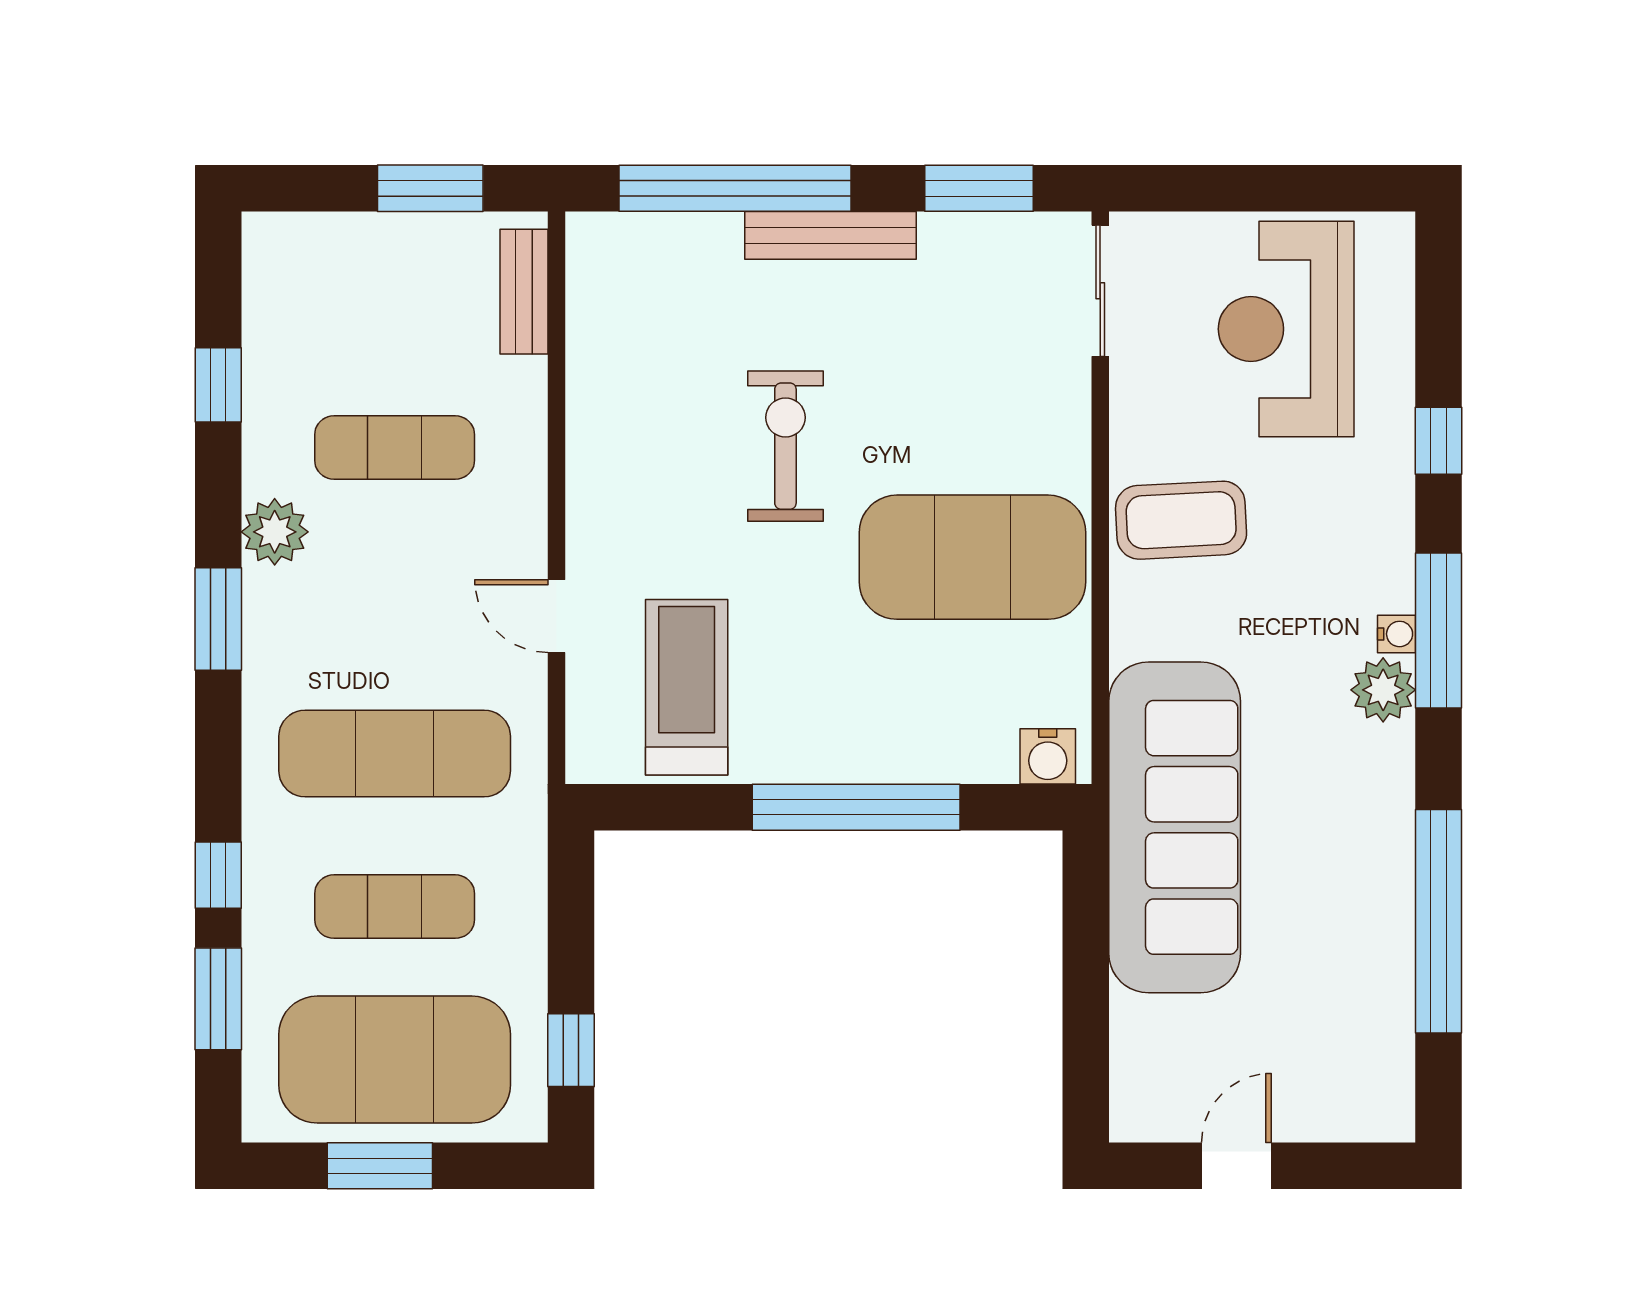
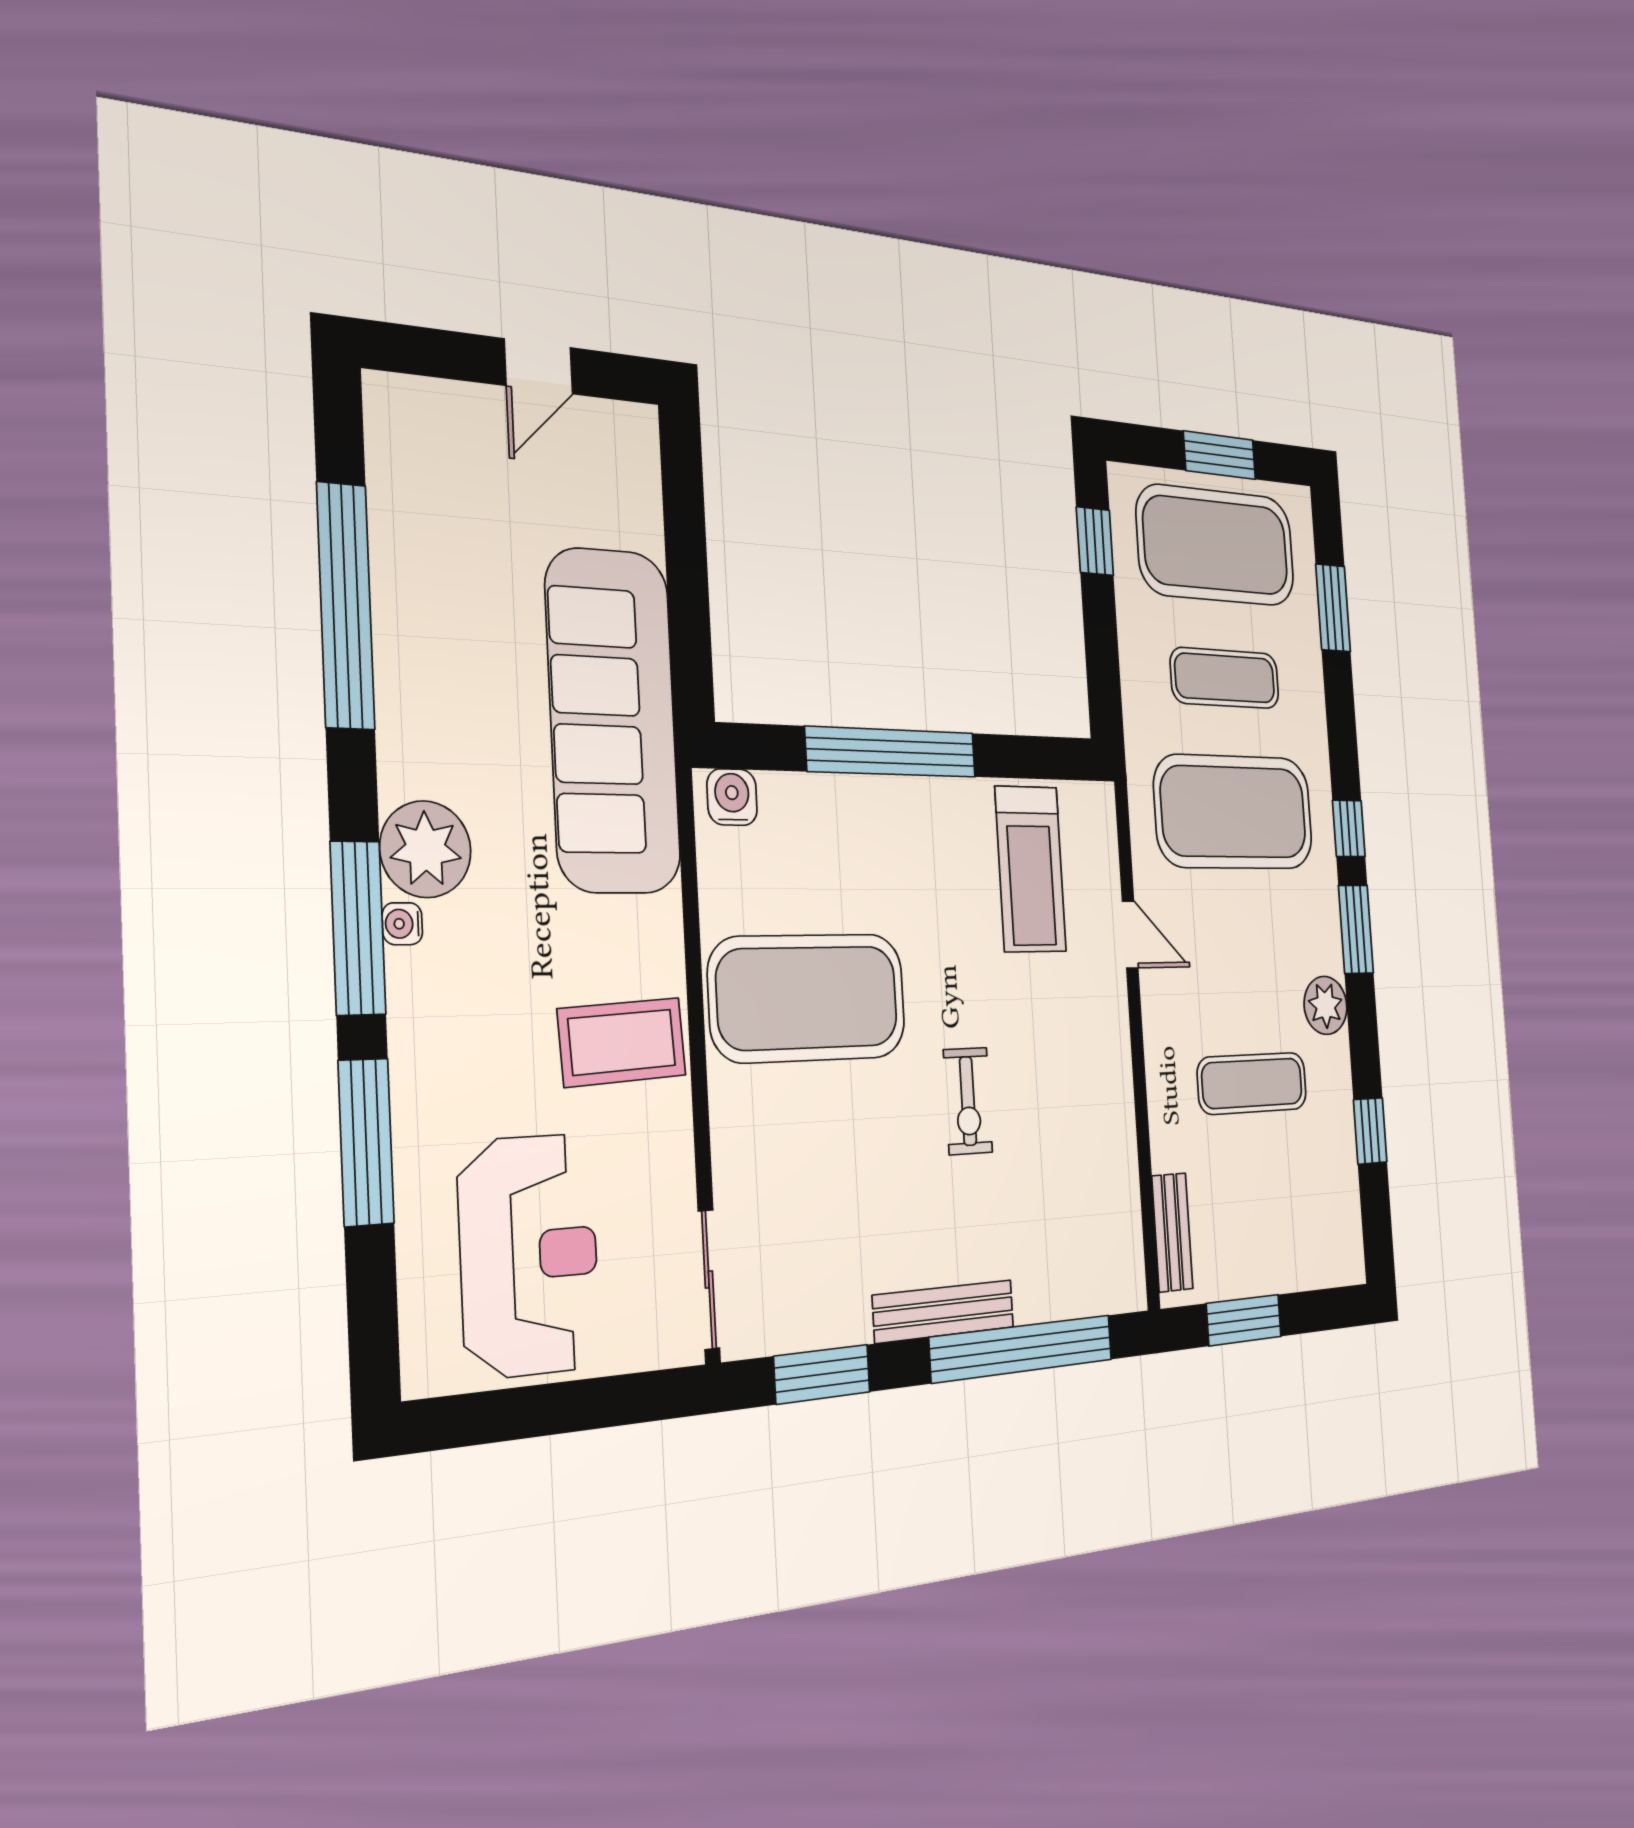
window: (1439, 441) -> (366, 1142), width x2.17
exercise bike: (785, 446) -> (968, 1101), width x0.73, depth x0.72
plant: (1383, 690) -> (426, 849), width x1.36, depth x1.36
exercise mat: (395, 754) -> (1234, 812), width x1.47
window: (218, 875) -> (1349, 828), moved

